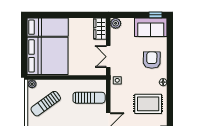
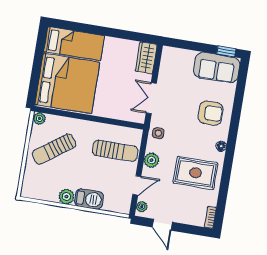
plant: (116, 23) -> (152, 160), moved
armchair: (152, 60) -> (211, 113), turned 89

